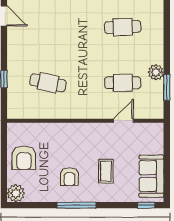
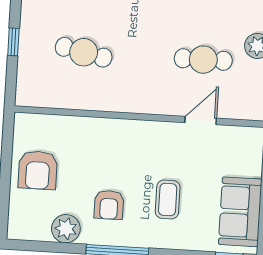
plant: (16, 193) -> (66, 229), moved

